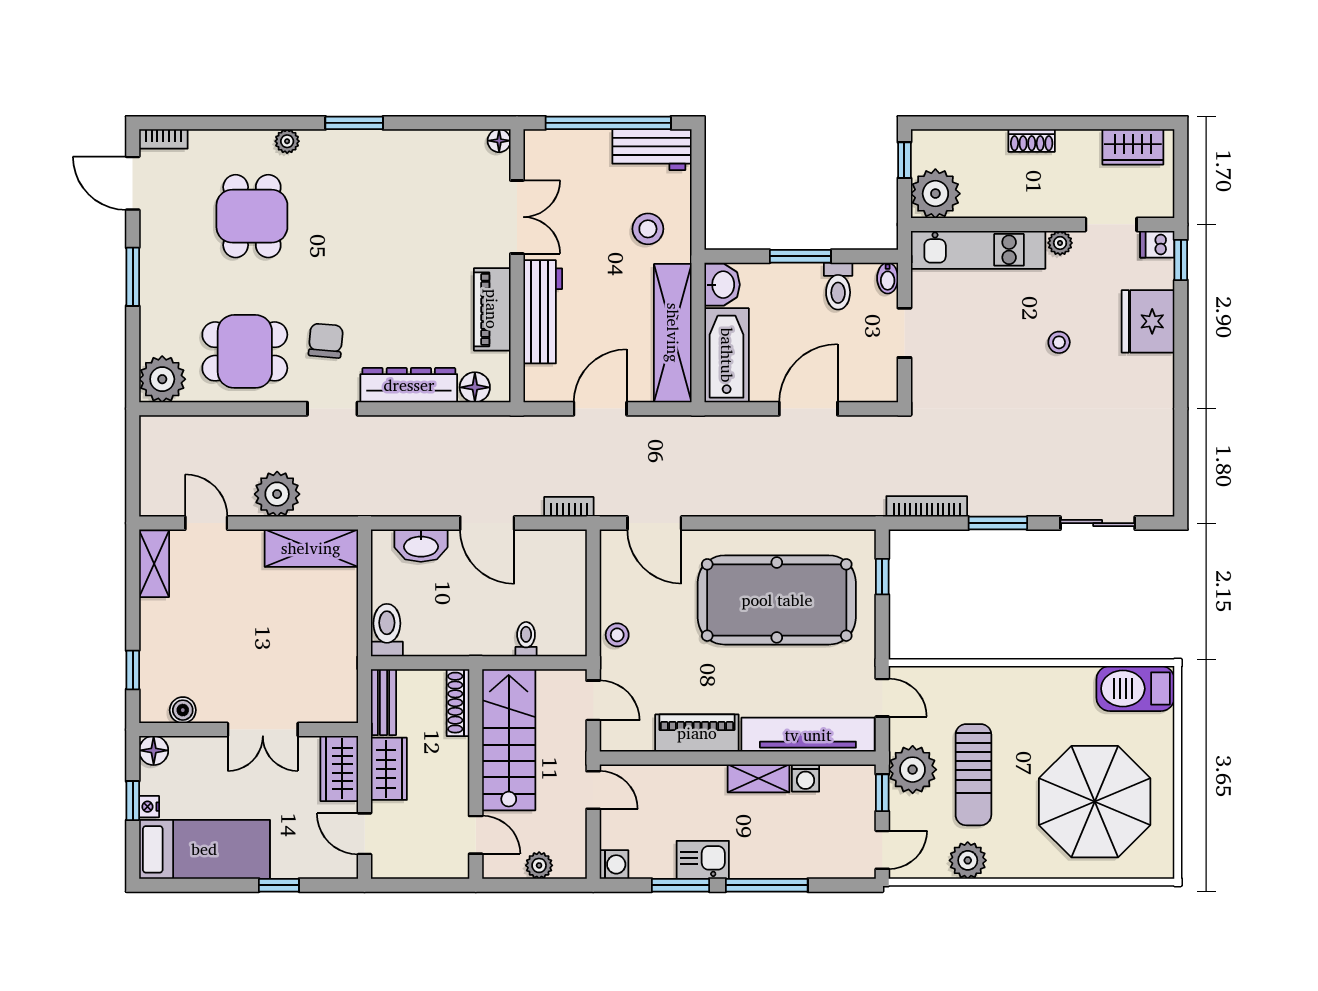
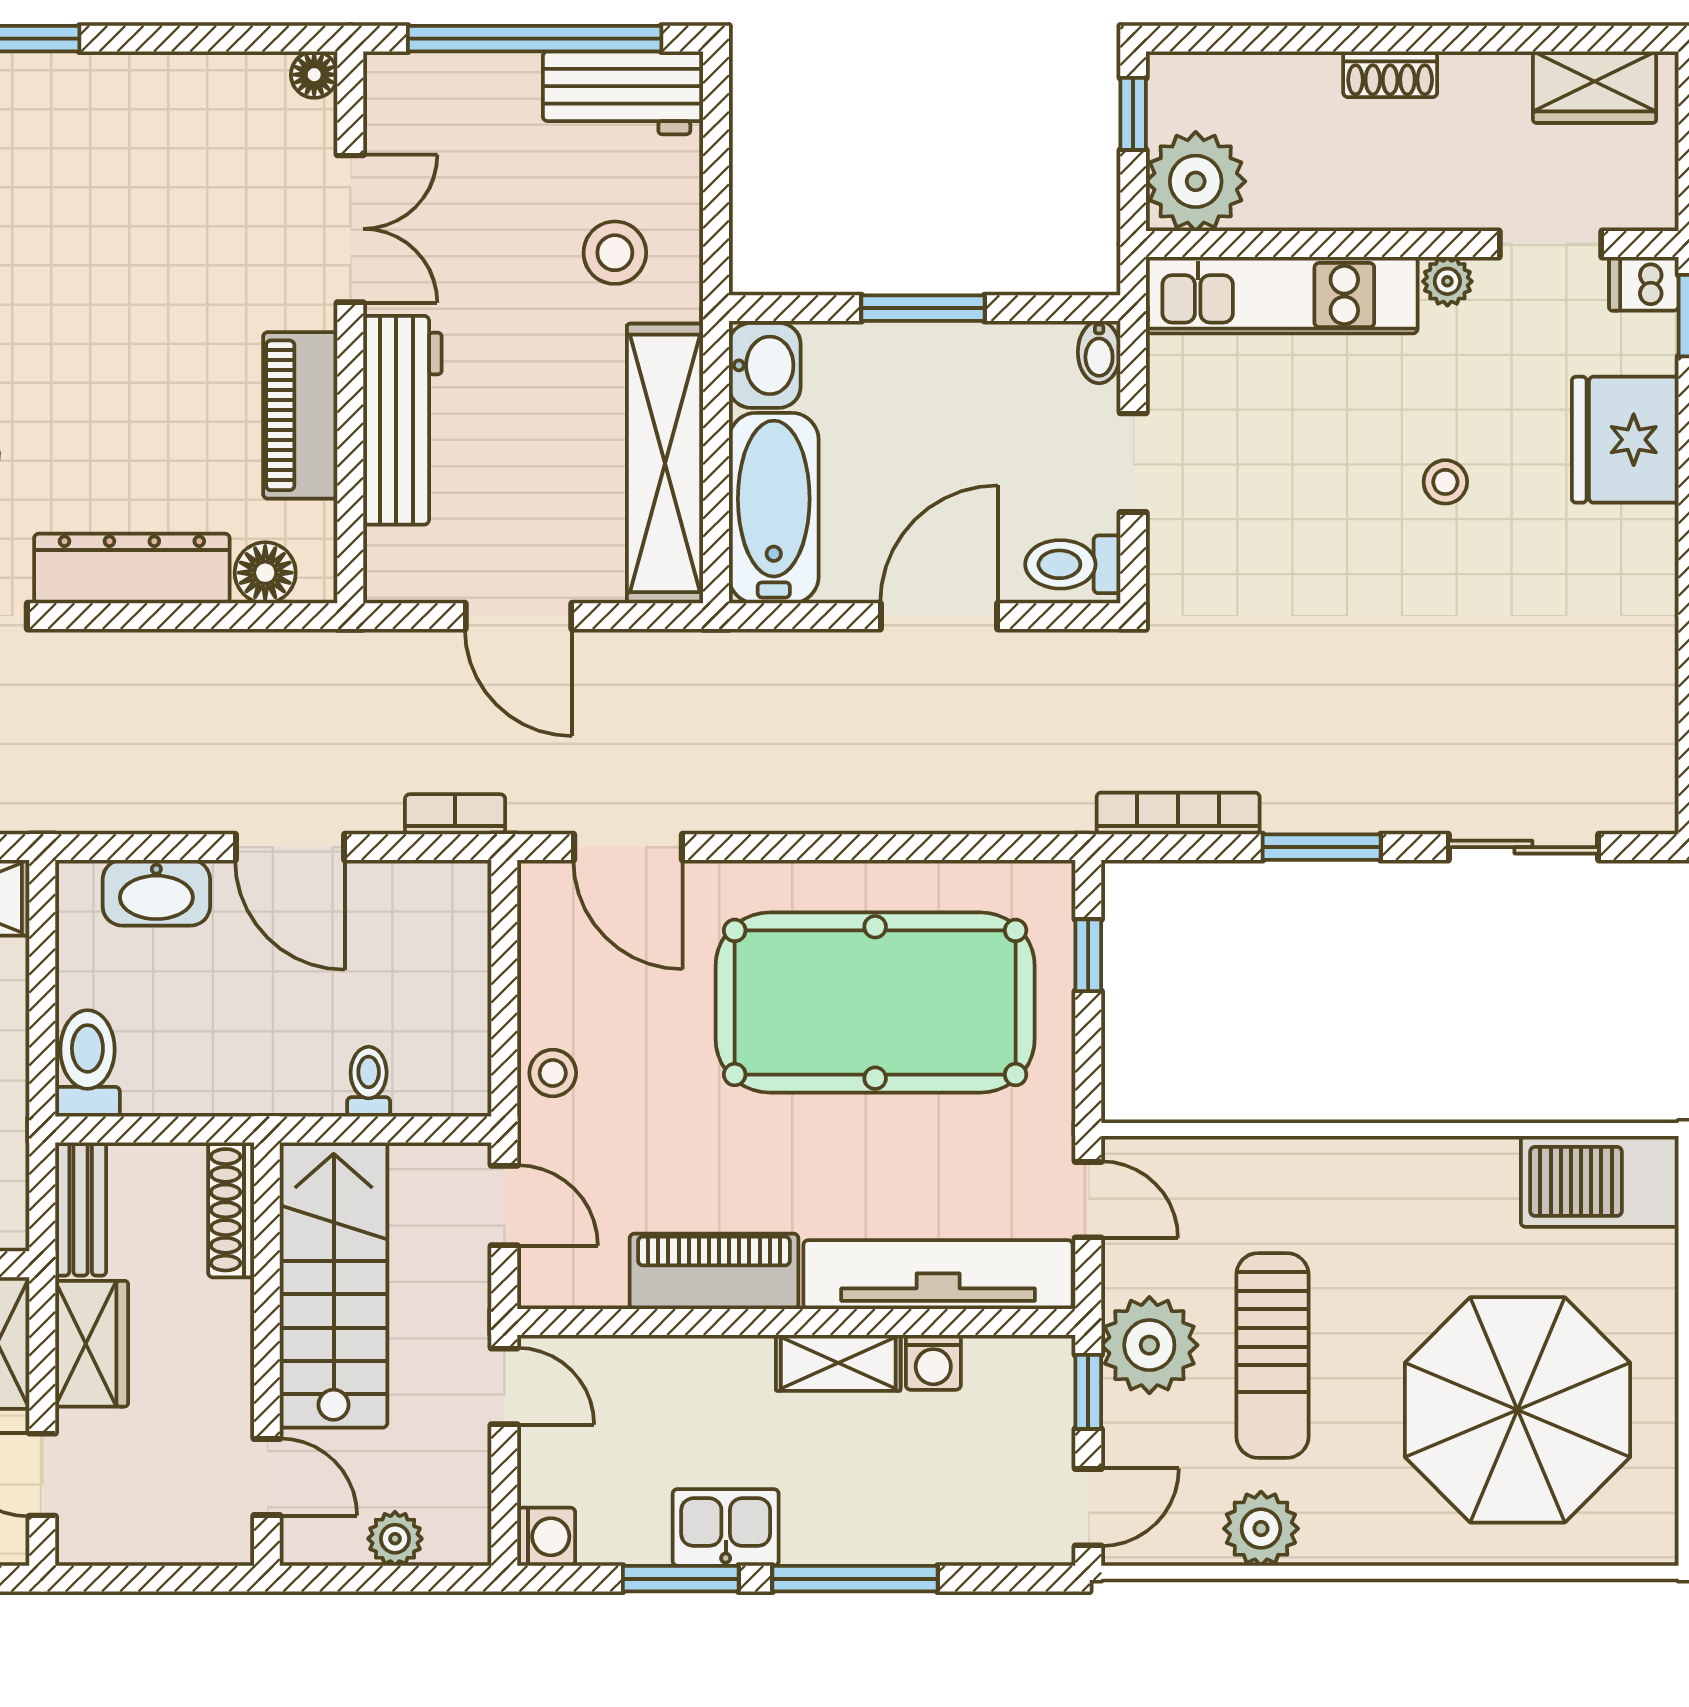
toilet: (838, 286) -> (1073, 564), moved, turned 90
door: (600, 409) -> (518, 616), swing flipped

